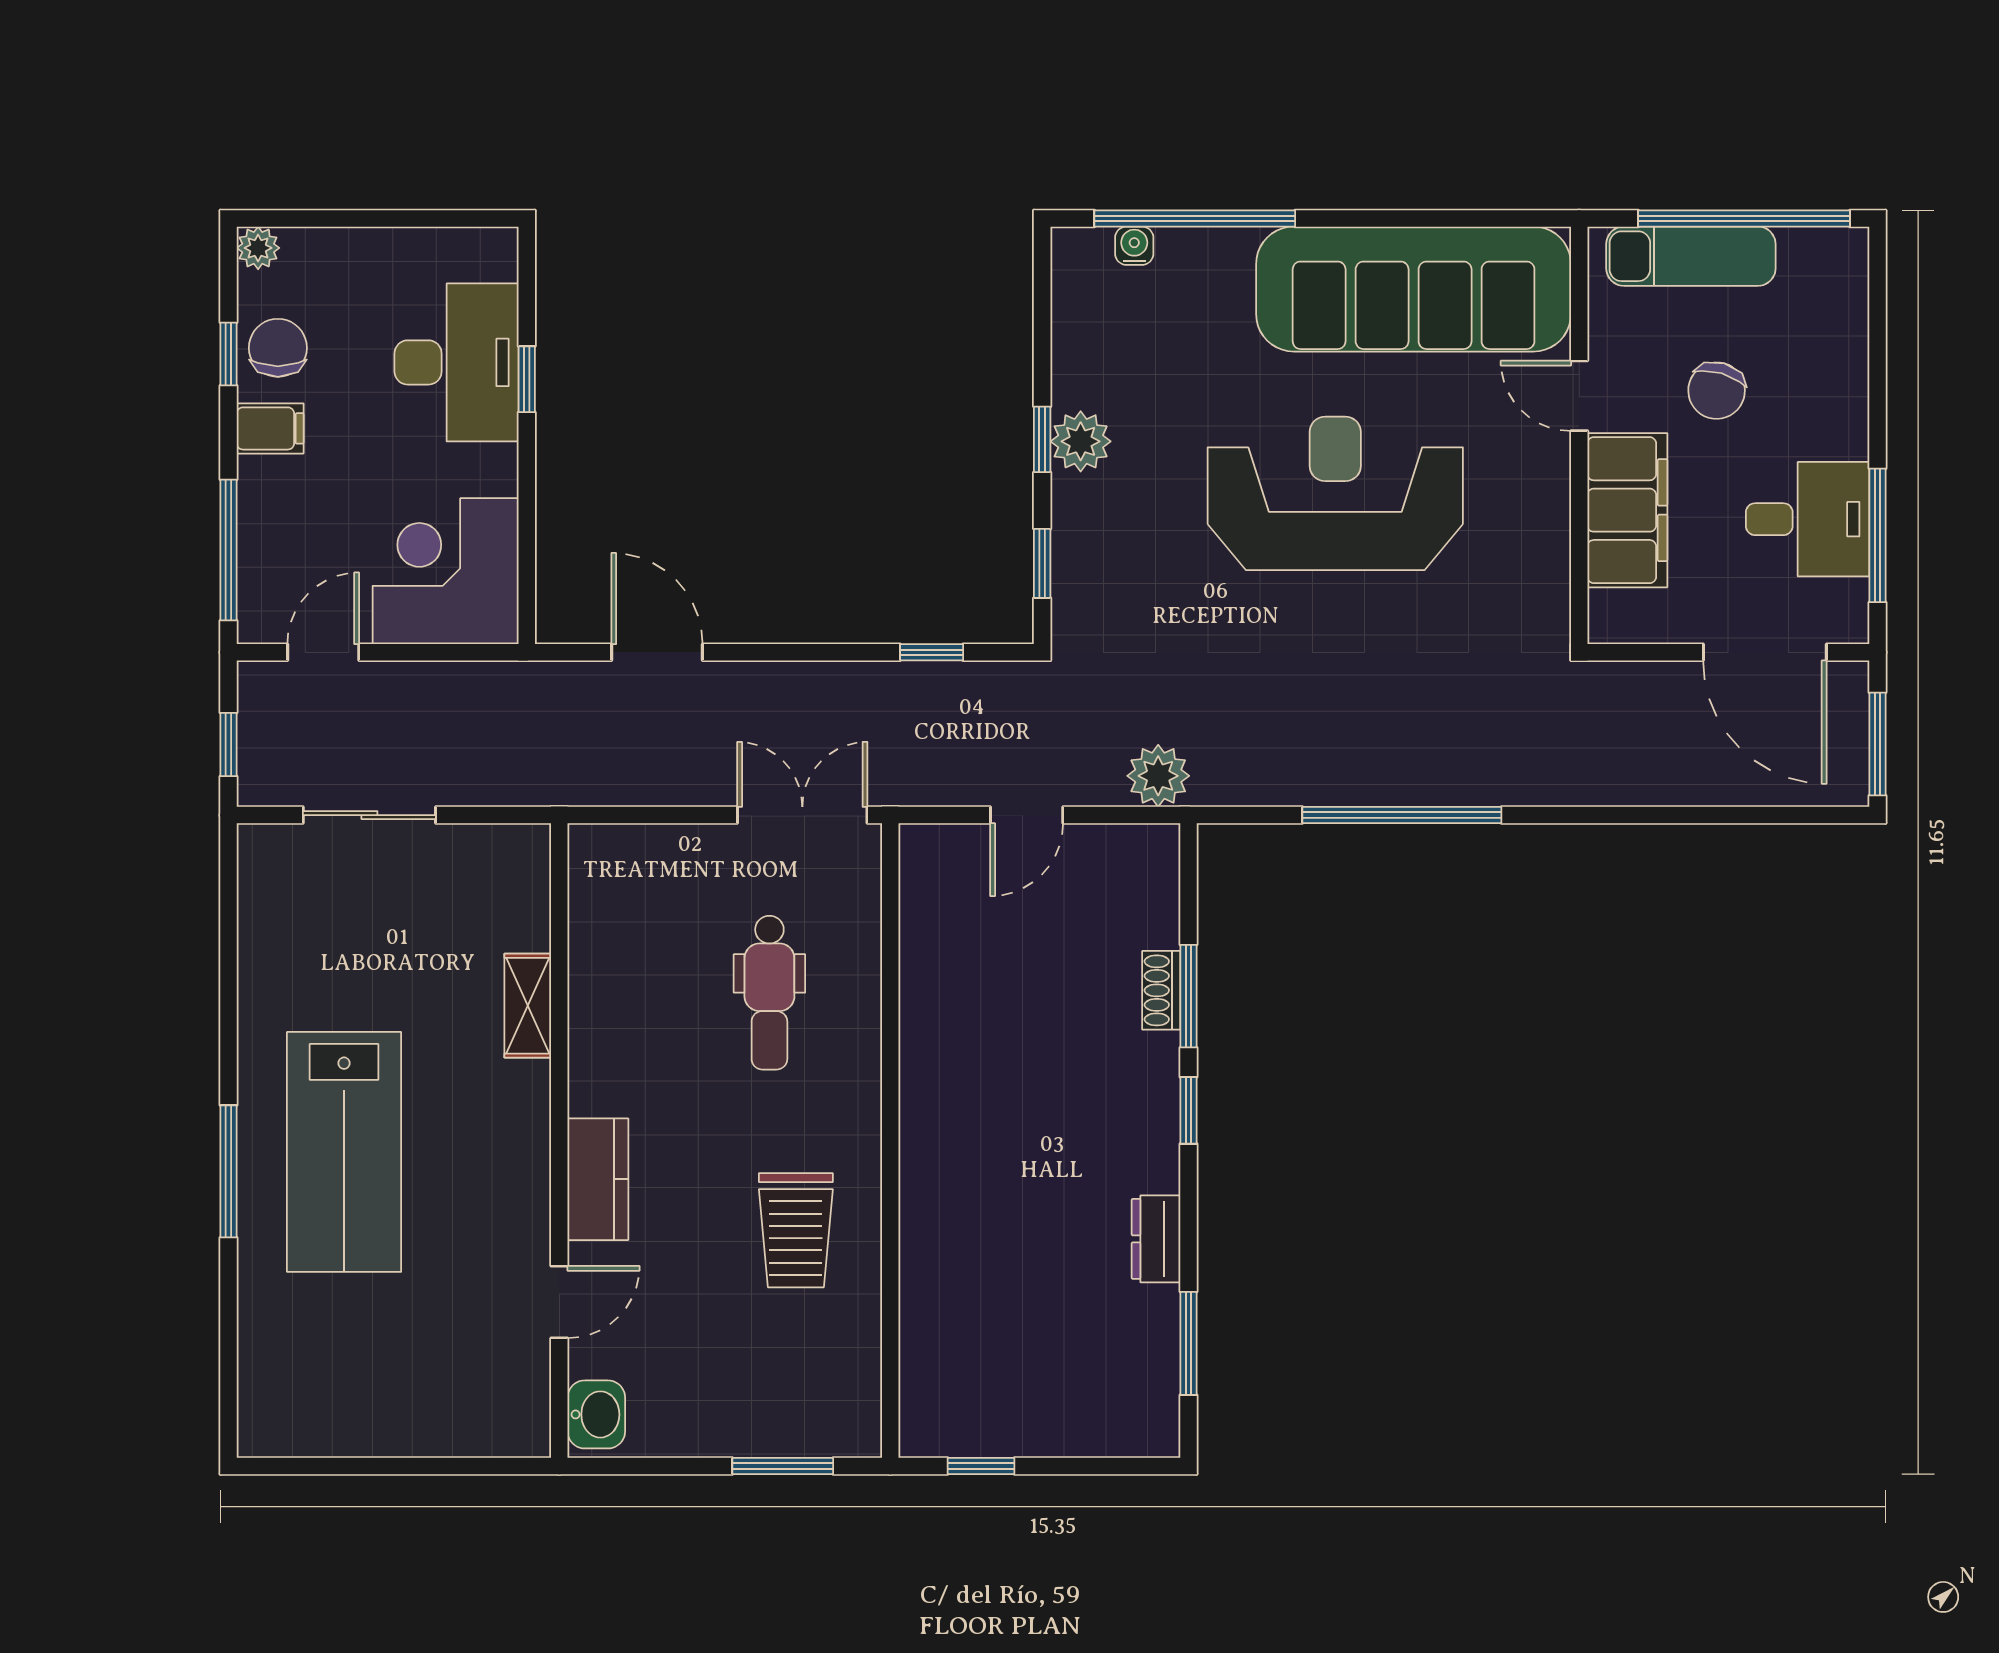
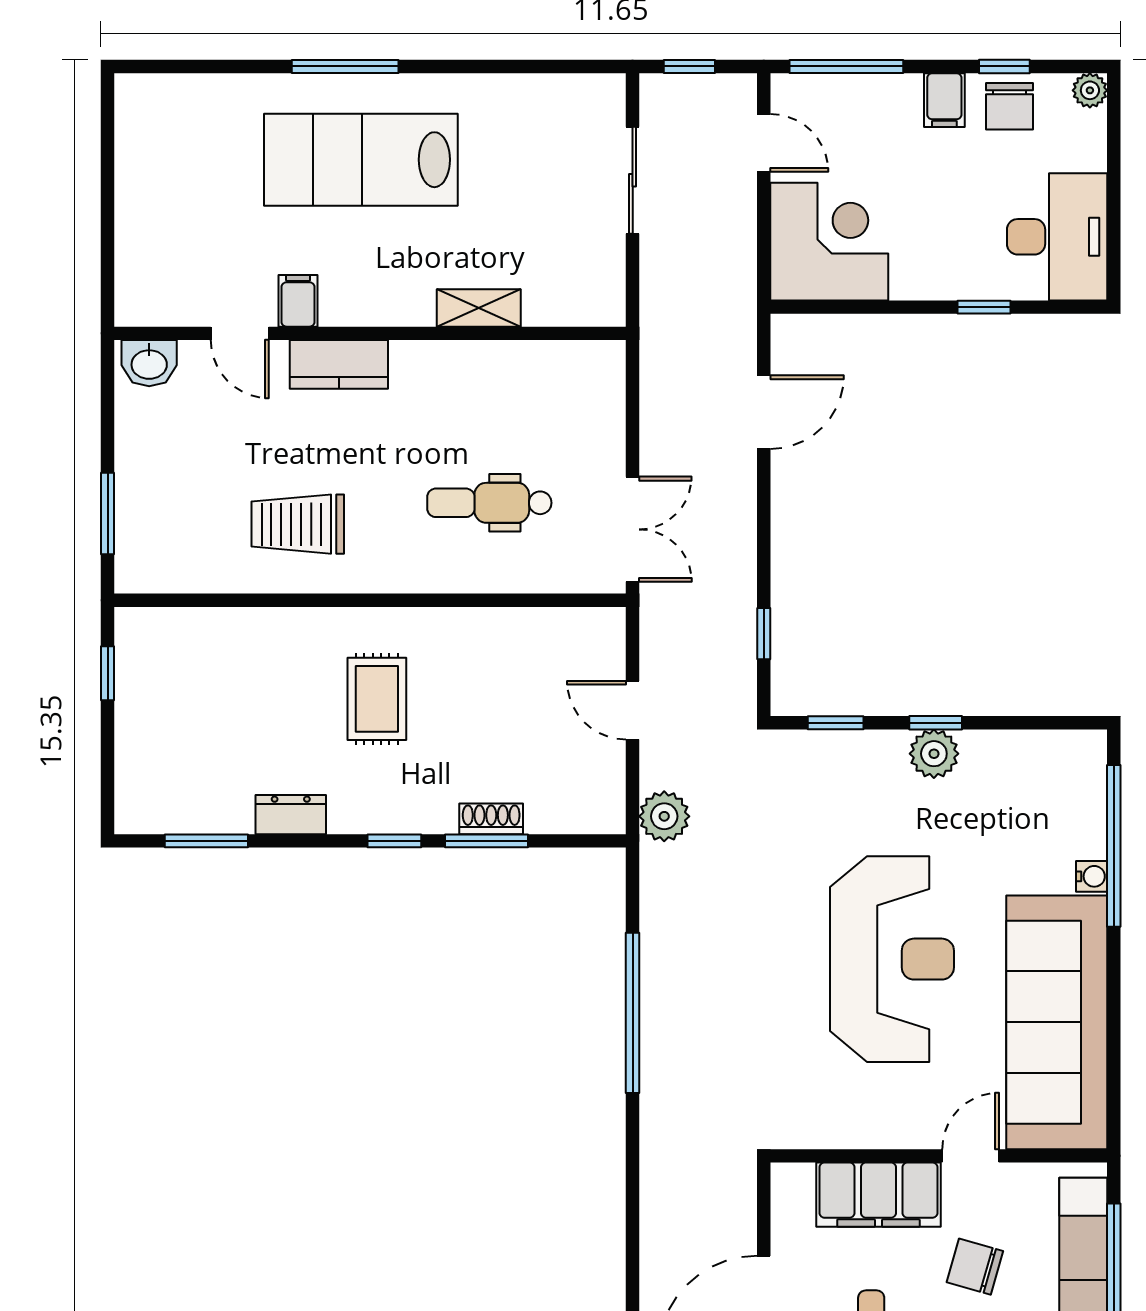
water cooler: (1134, 246) -> (1092, 876), moved
chair: (278, 348) -> (1009, 106), turned 90
desk: (457, 362) -> (1057, 237), moved, turned -90
rug: (1013, 1132) -> (377, 699), added
filing cabinet: (519, 1230) -> (298, 301), added

